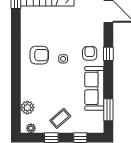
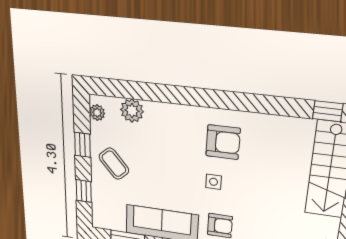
armchair: (39, 55) -> (223, 142), turned -90

